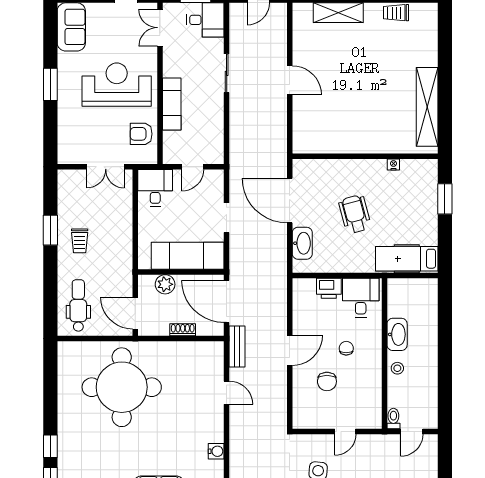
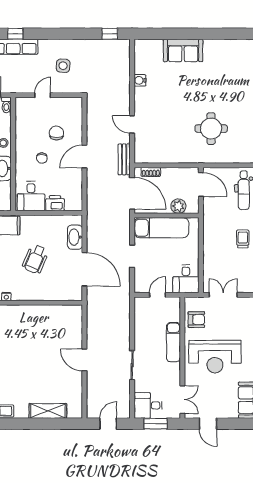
wheelchair: (355, 214) -> (35, 259), turned 38
shoe rack: (183, 330) -> (151, 172), moved
round table: (122, 387) -> (211, 129), width x0.54, depth x0.54

